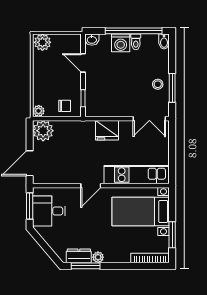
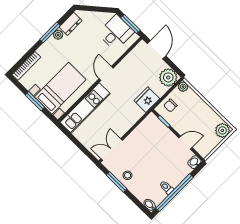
washing machine: (121, 43) -> (175, 178), removed
fridge: (107, 130) -> (147, 100), moved
window: (172, 235) -> (35, 101), moved
window: (86, 266) -> (50, 32), moved

